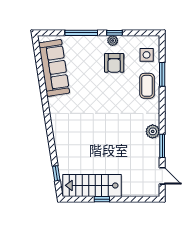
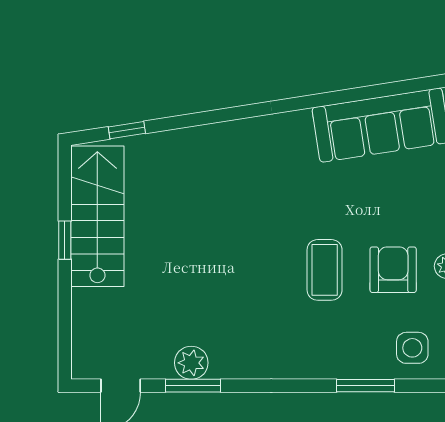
armchair: (114, 63) -> (393, 270), turned 90
coffee table: (147, 86) -> (325, 270), moved, turned 90
plant: (153, 131) -> (191, 363), moved

